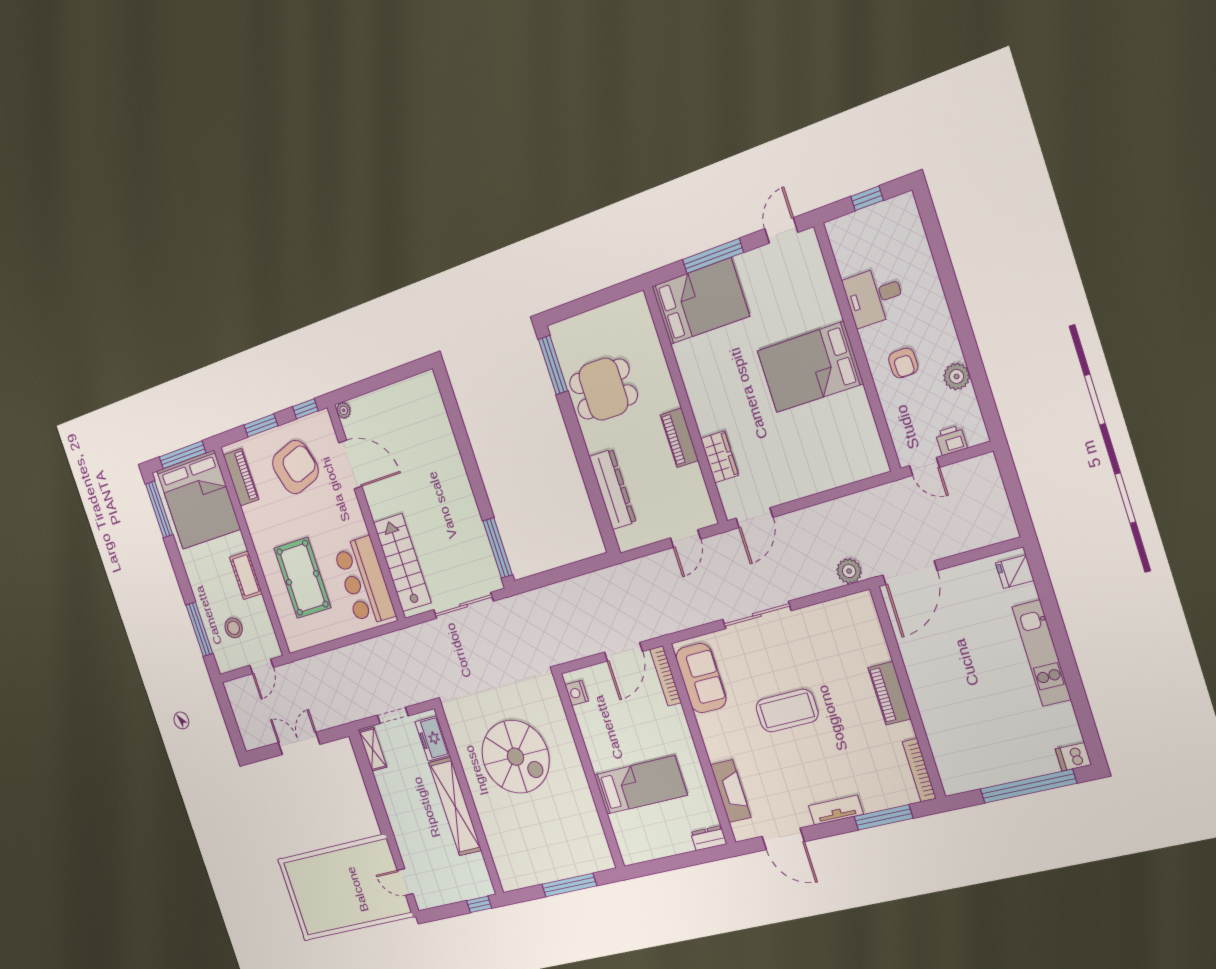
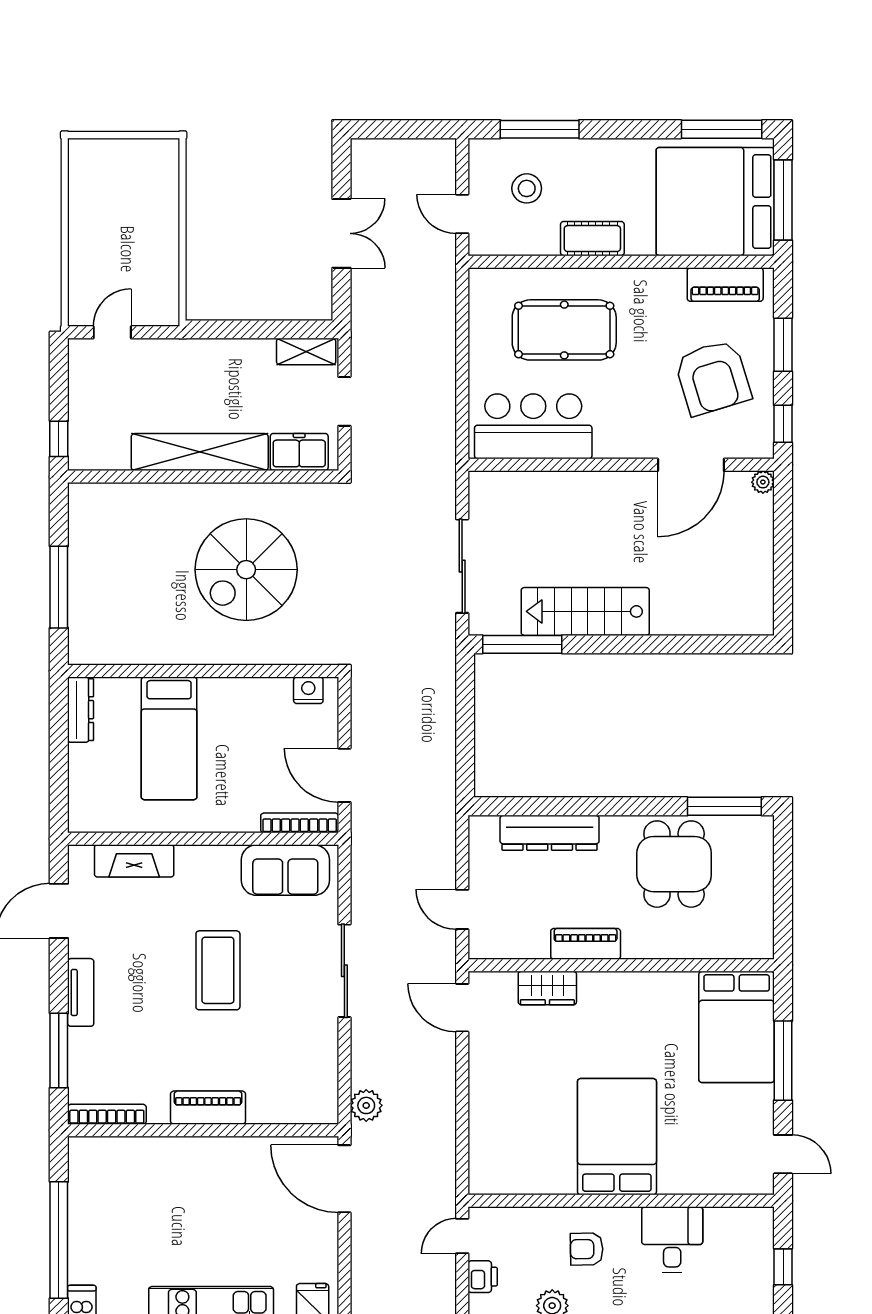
stairs: (402, 563) -> (585, 611), moved, turned 180
dresser: (709, 838) -> (81, 710), moved, width x1.44

